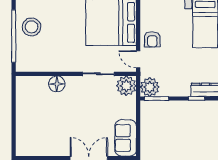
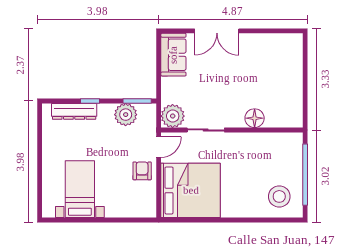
stool: (32, 27) -> (279, 196), moved
door: (138, 59) -> (159, 147), hinge flipped
plant: (150, 87) -> (126, 115), moved

